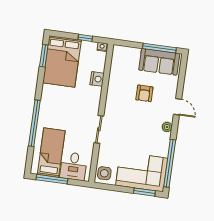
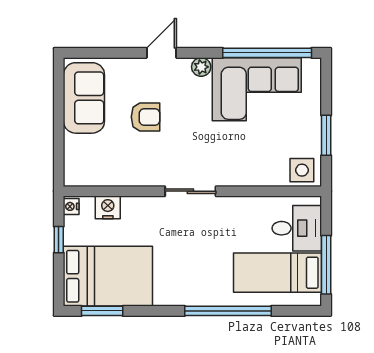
window: (159, 48) -> (59, 101), removed
nightstand: (97, 79) -> (108, 207), moved
sliding door: (99, 129) -> (190, 191), moved
corner sofa: (142, 172) -> (257, 89), moved, turned -90
window: (144, 192) -> (326, 135), moved

